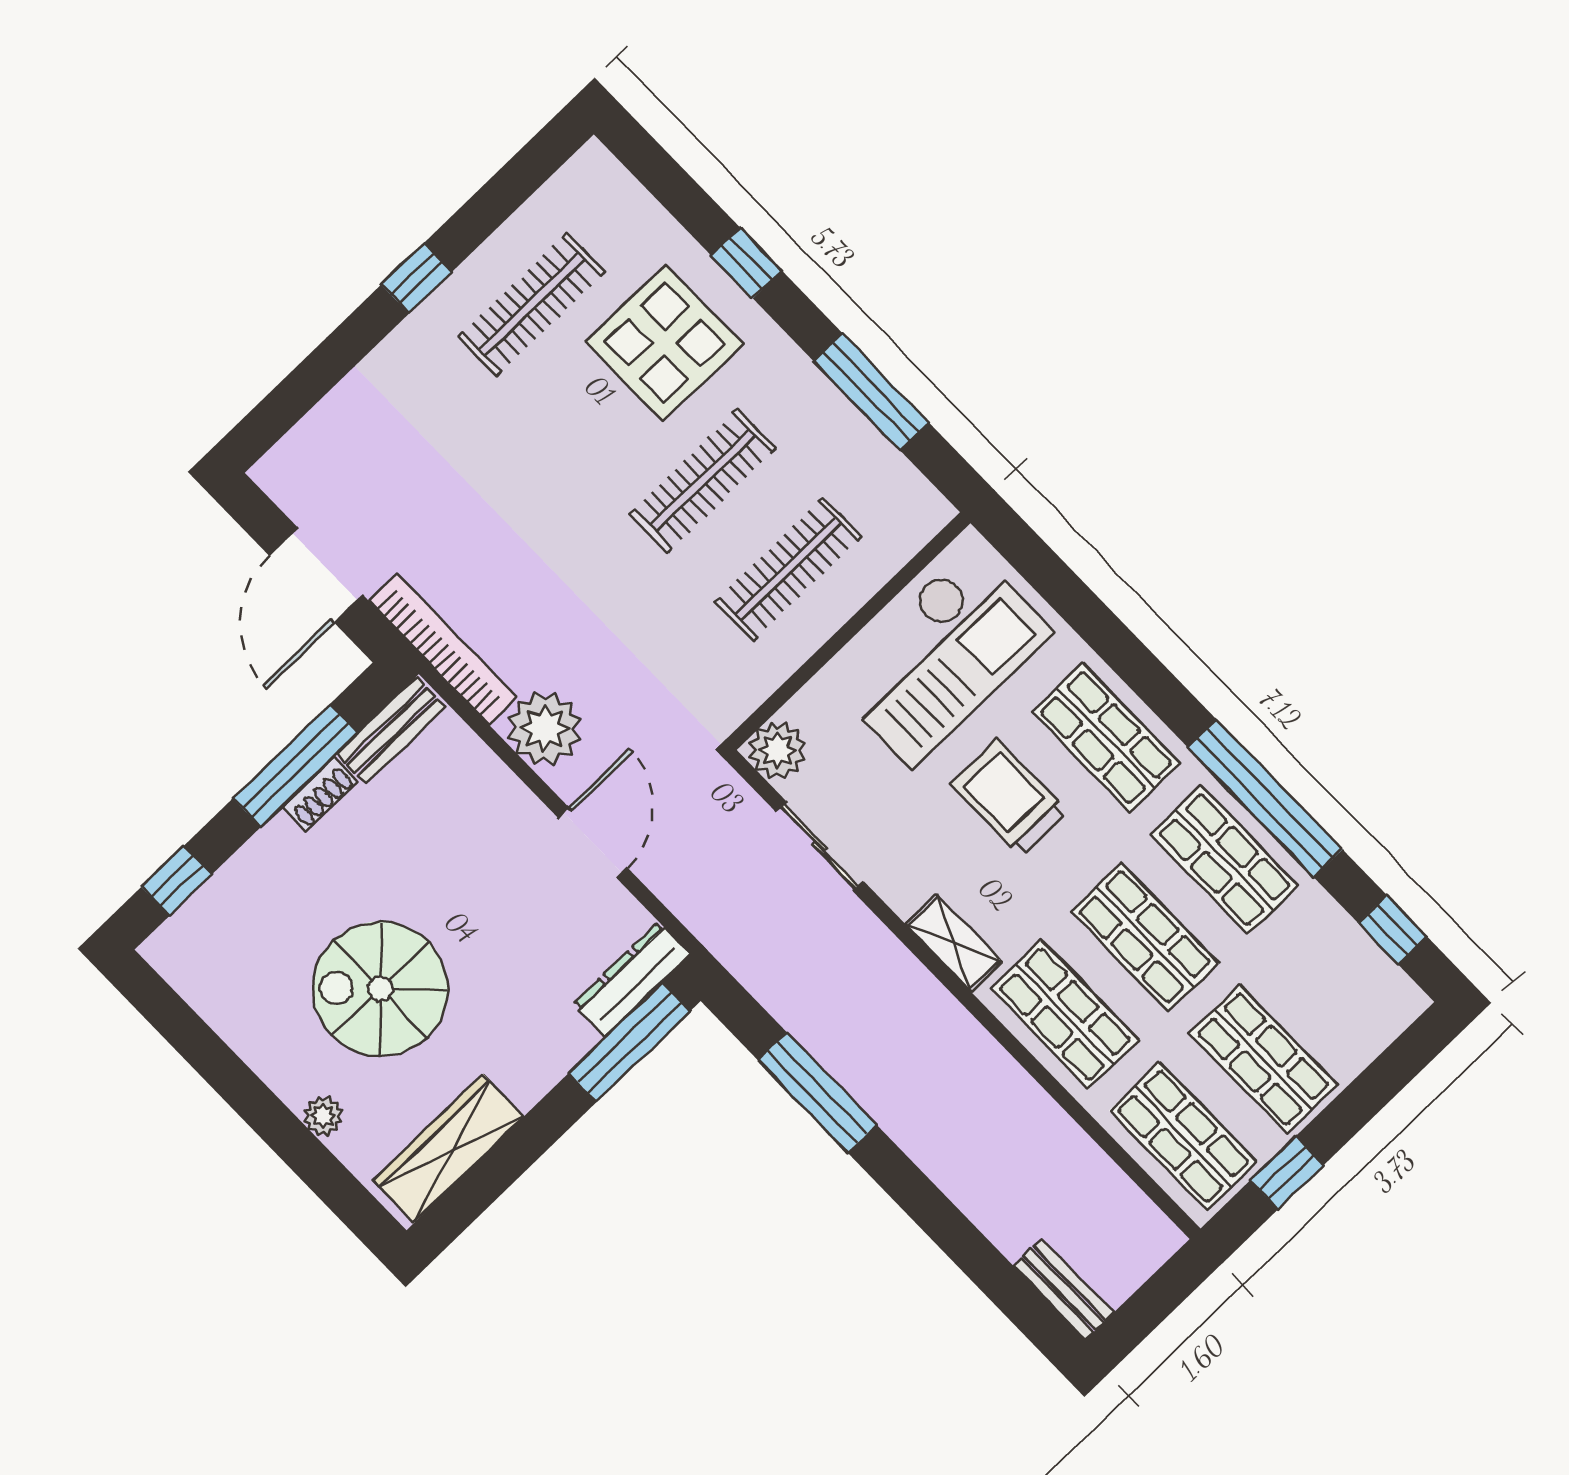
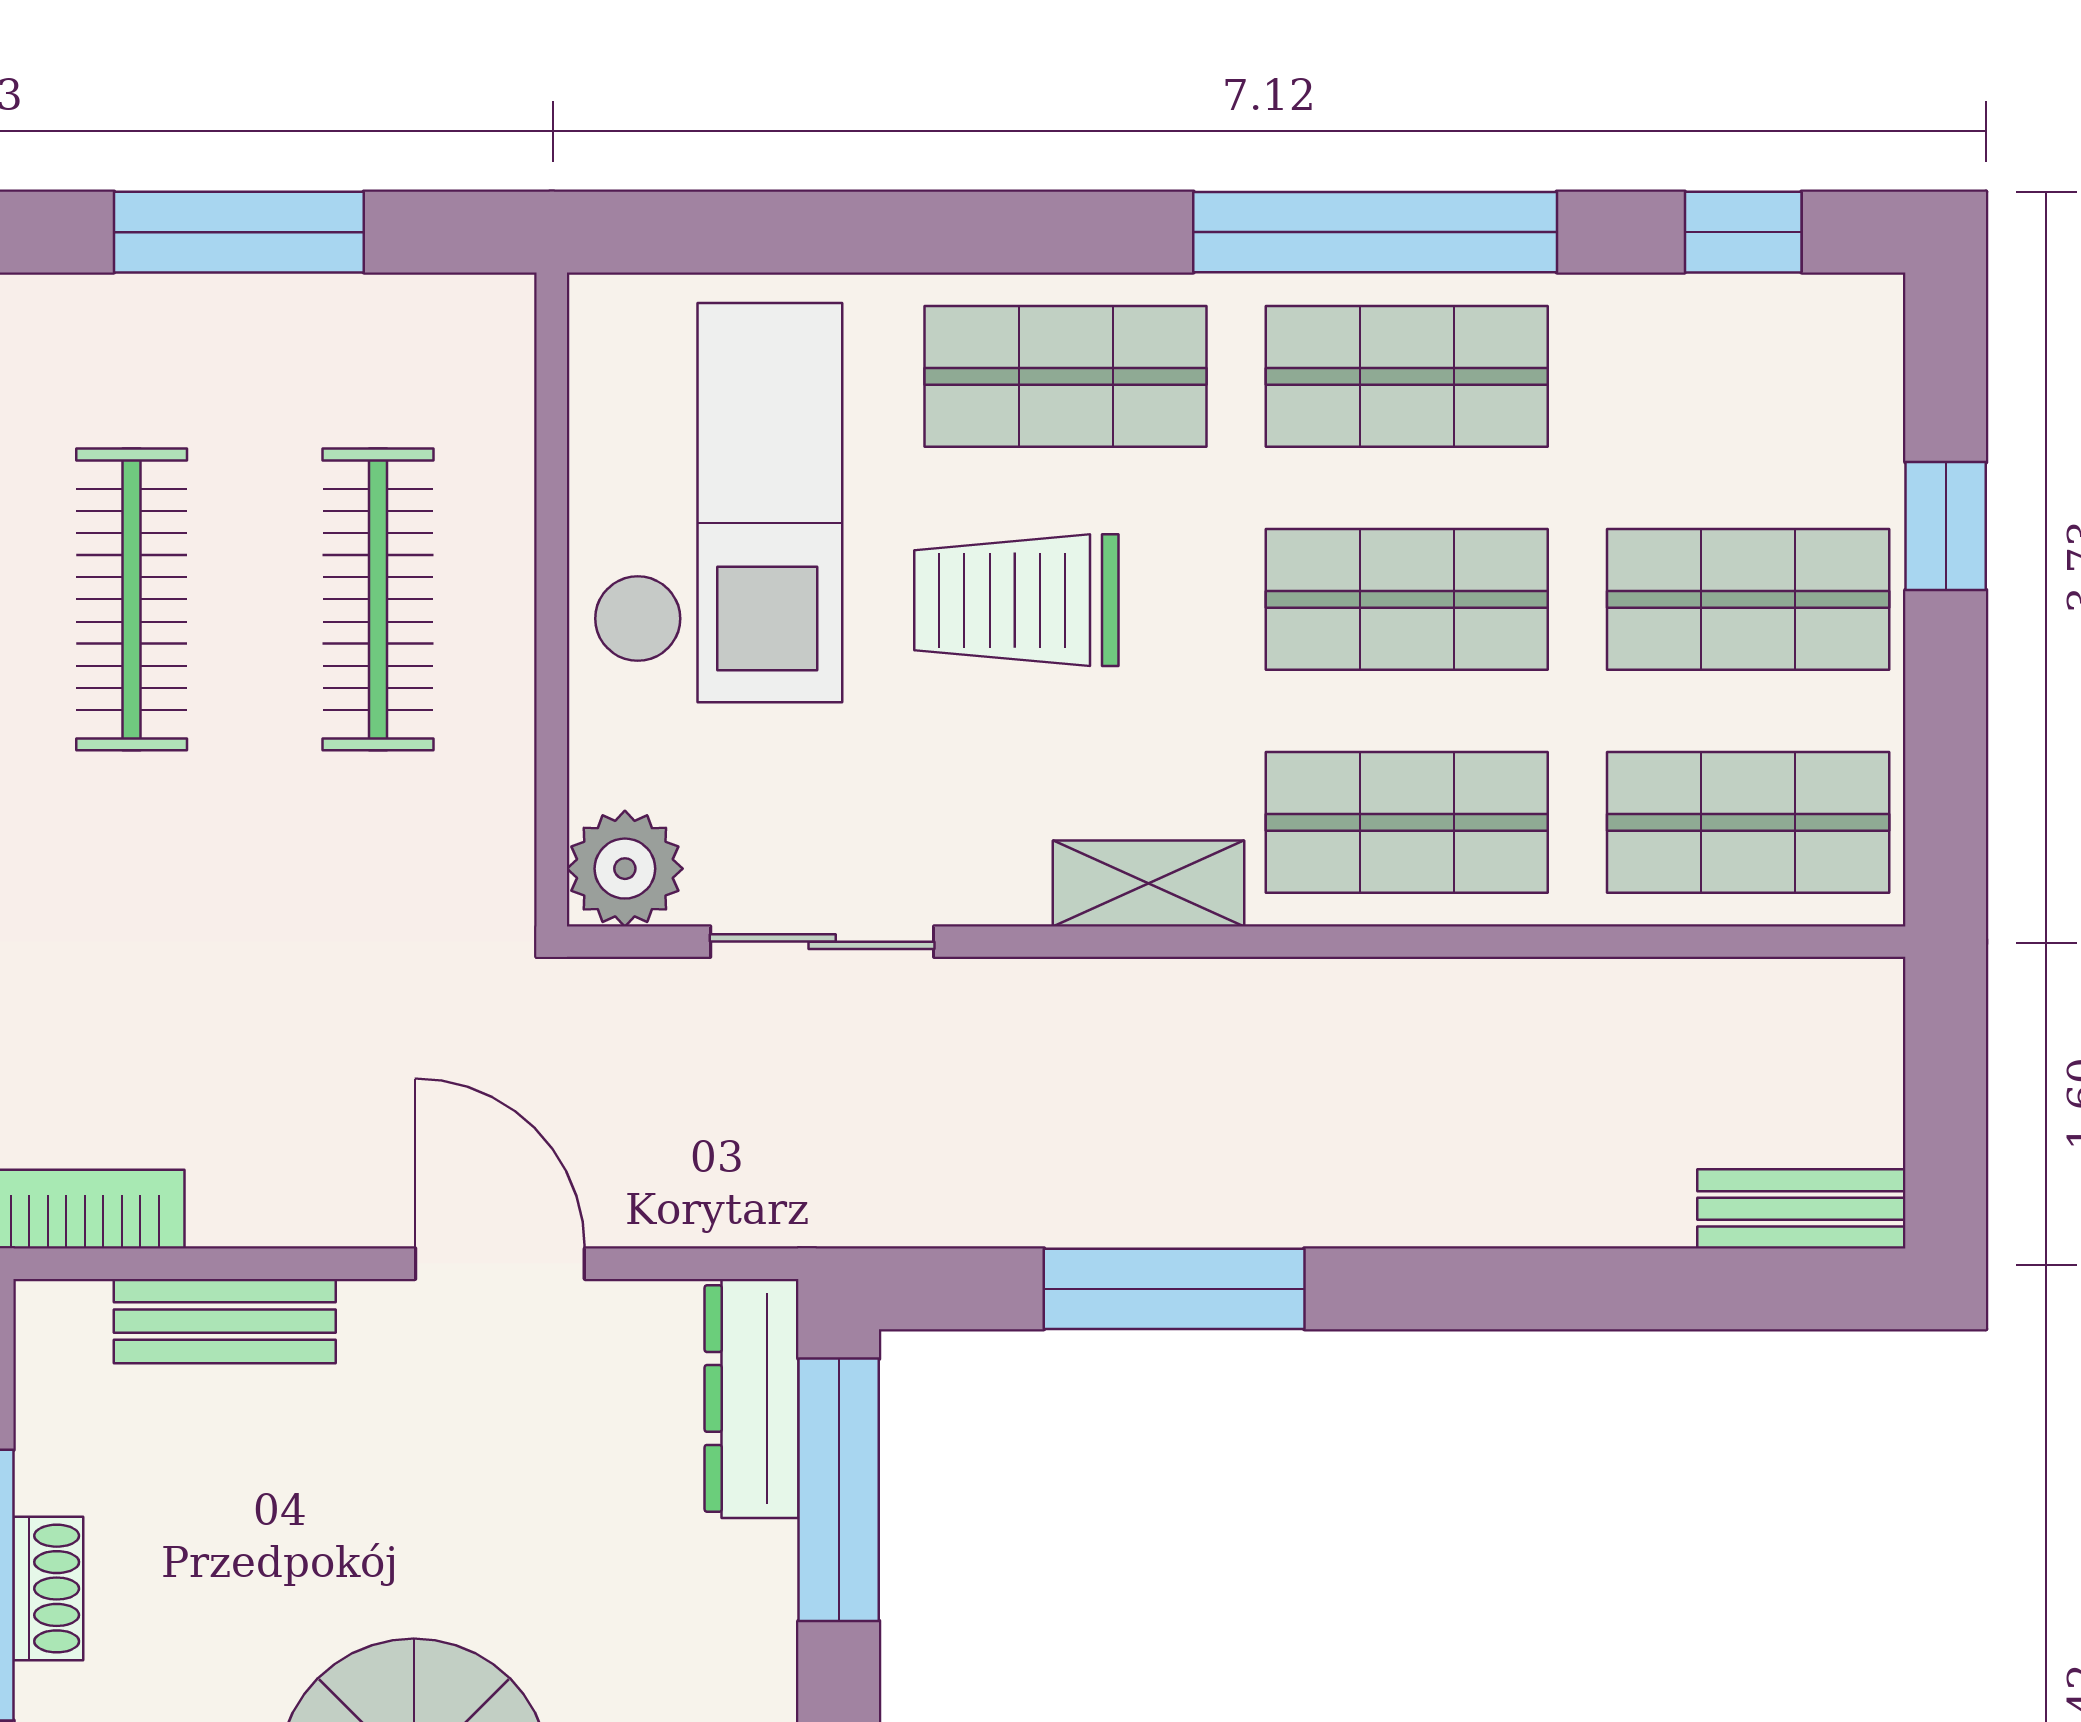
plant: (545, 728) -> (268, 1173), removed
bench: (391, 730) -> (225, 1321), moved, turned 90
window: (1287, 1173) -> (1946, 526), moved

